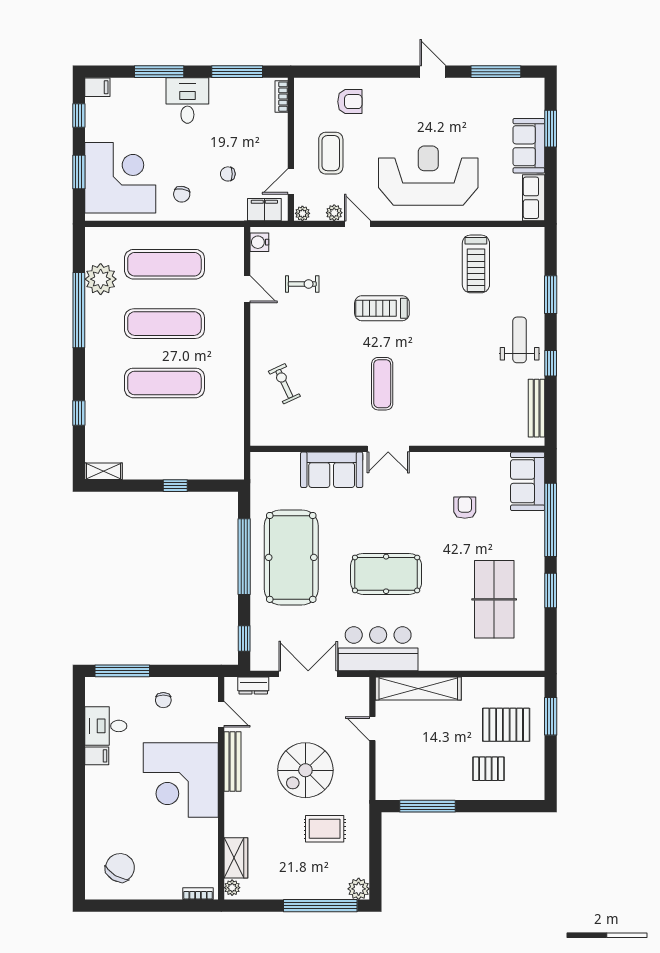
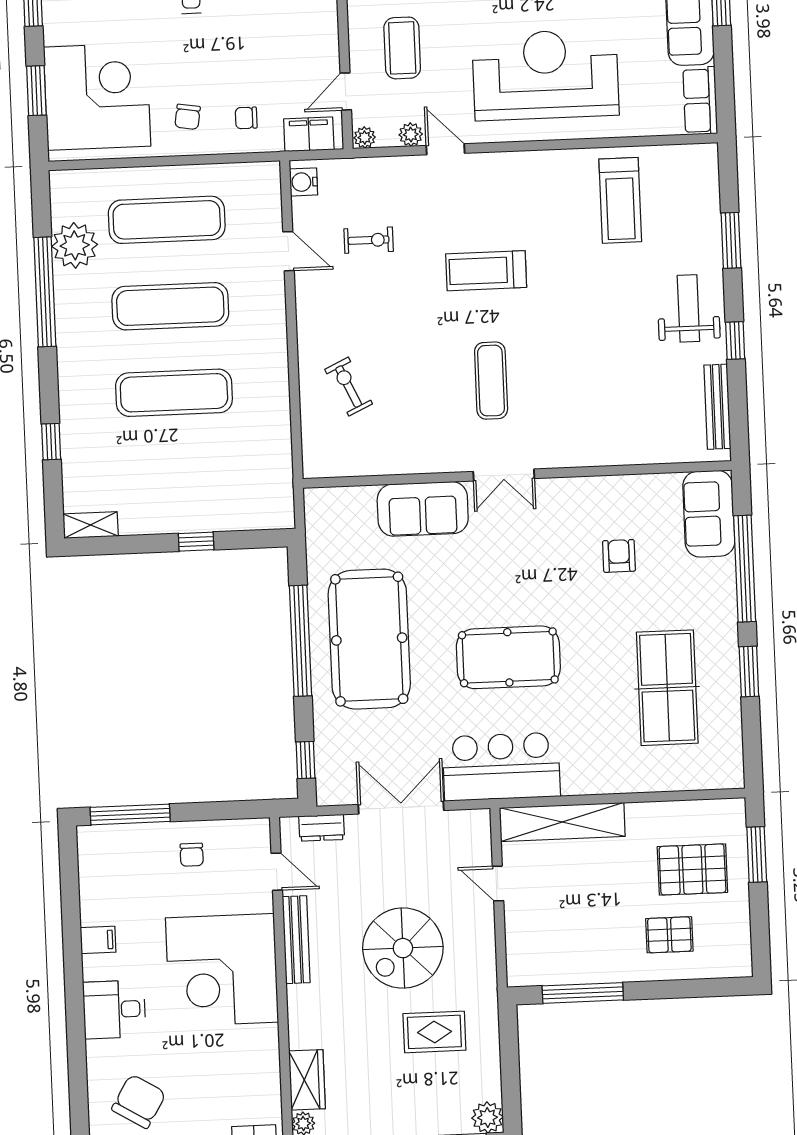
chair: (228, 174) -> (246, 118), moved
desk: (106, 726) -> (114, 1009), moved

